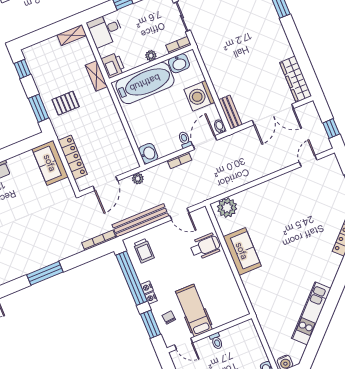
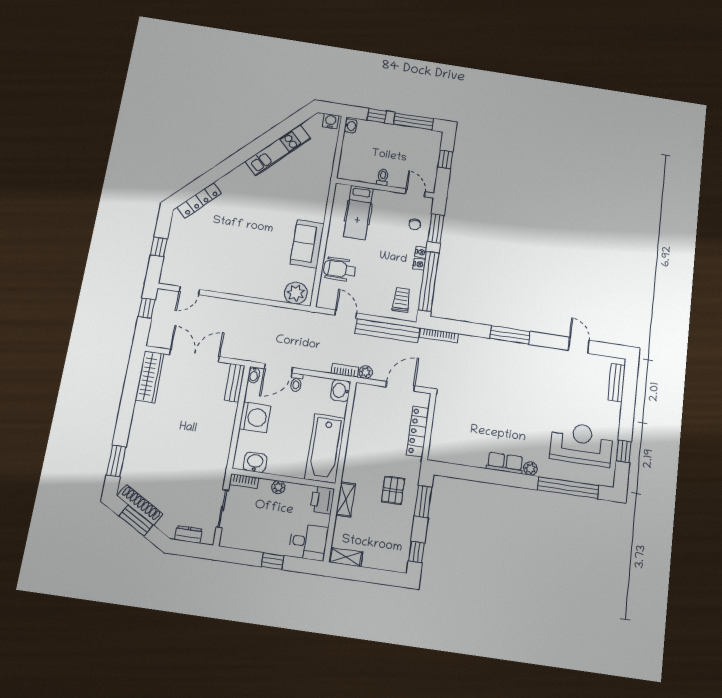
bathtub: (145, 83) -> (325, 448), moved, turned -90
pallet: (66, 103) -> (393, 490), turned 90
bookcase: (179, 160) -> (345, 370), moved
sofa: (50, 163) -> (443, 439), removed
hospital bed: (194, 310) -> (358, 213), moved

